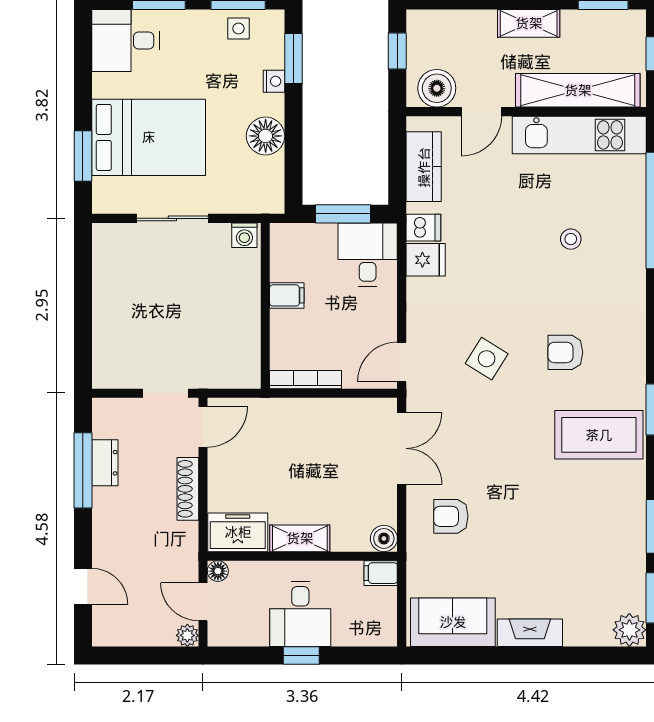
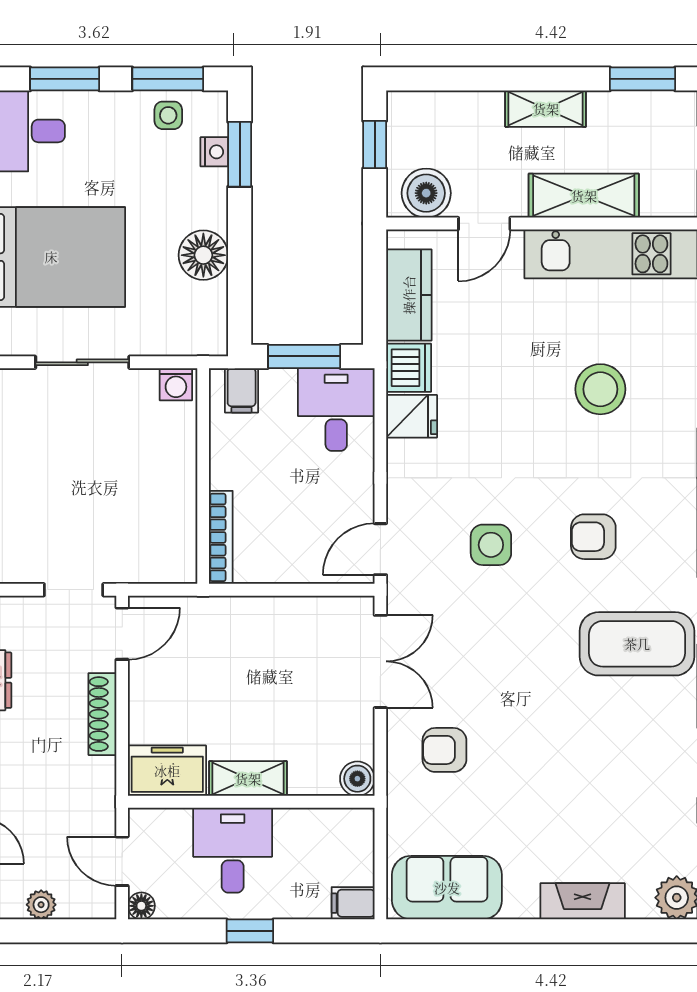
nightstand: (274, 81) -> (214, 152), moved
shelving: (578, 90) -> (584, 196), width x0.68
dishwasher: (423, 228) -> (409, 368), width x1.38
stool: (571, 239) -> (600, 389), width x1.89, depth x1.89
filing cabinet: (287, 295) -> (242, 390), moved, turned 90
side table: (487, 359) -> (491, 545), turned -32
bookcase: (306, 380) -> (221, 537), moved, turned 90
floor lamp: (218, 571) -> (141, 906), moved
filing cabinet: (381, 573) -> (353, 903), moved
desk: (300, 614) -> (233, 850), moved, turned 180
fireplace: (530, 633) -> (583, 901), moved
plant: (187, 635) -> (41, 905), moved

